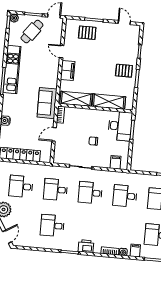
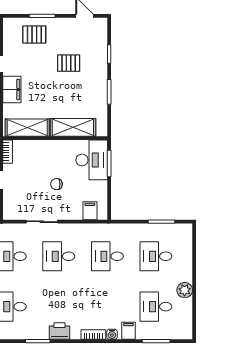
pallet: (124, 71) -> (69, 63), moved

